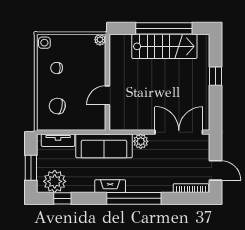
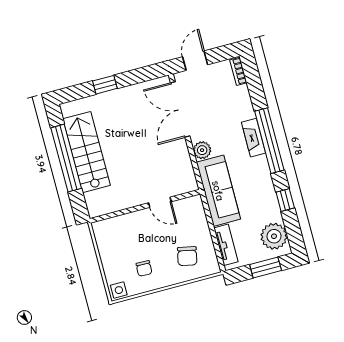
plant: (100, 40) -> (99, 228), removed
door: (215, 170) -> (195, 61), moved
fireplace: (110, 186) -> (253, 138), moved
bookcase: (191, 188) -> (238, 71), width x0.64
window: (62, 198) -> (285, 200), moved

